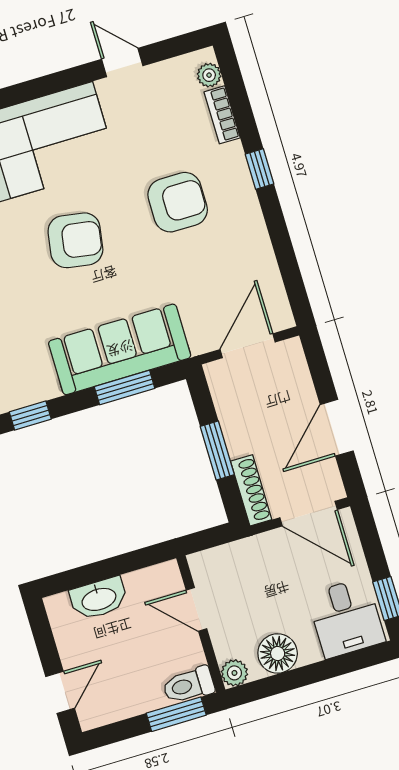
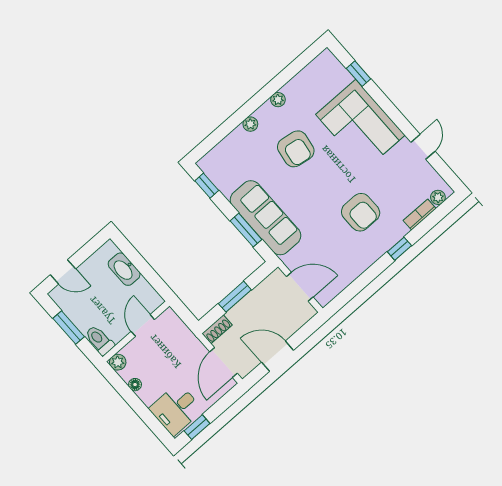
armchair: (75, 240) -> (296, 149), moved
shoe rack: (251, 490) -> (217, 329), width x0.70
floor lamp: (278, 653) -> (135, 385), width x0.53, depth x0.53
window: (176, 714) -> (69, 327), moved

